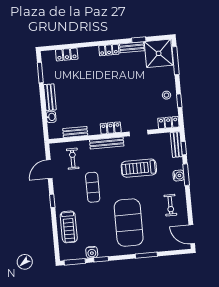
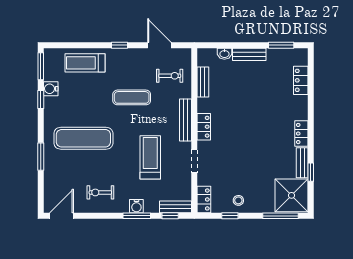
exercise mat: (129, 223) -> (83, 138), width x0.68

